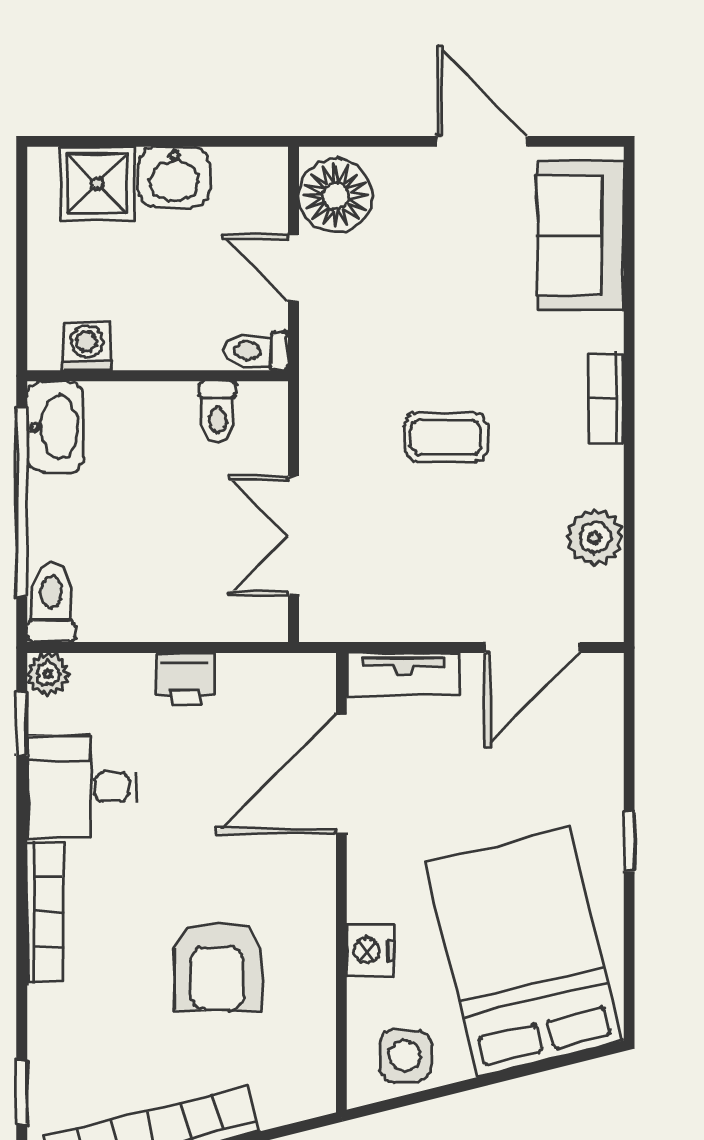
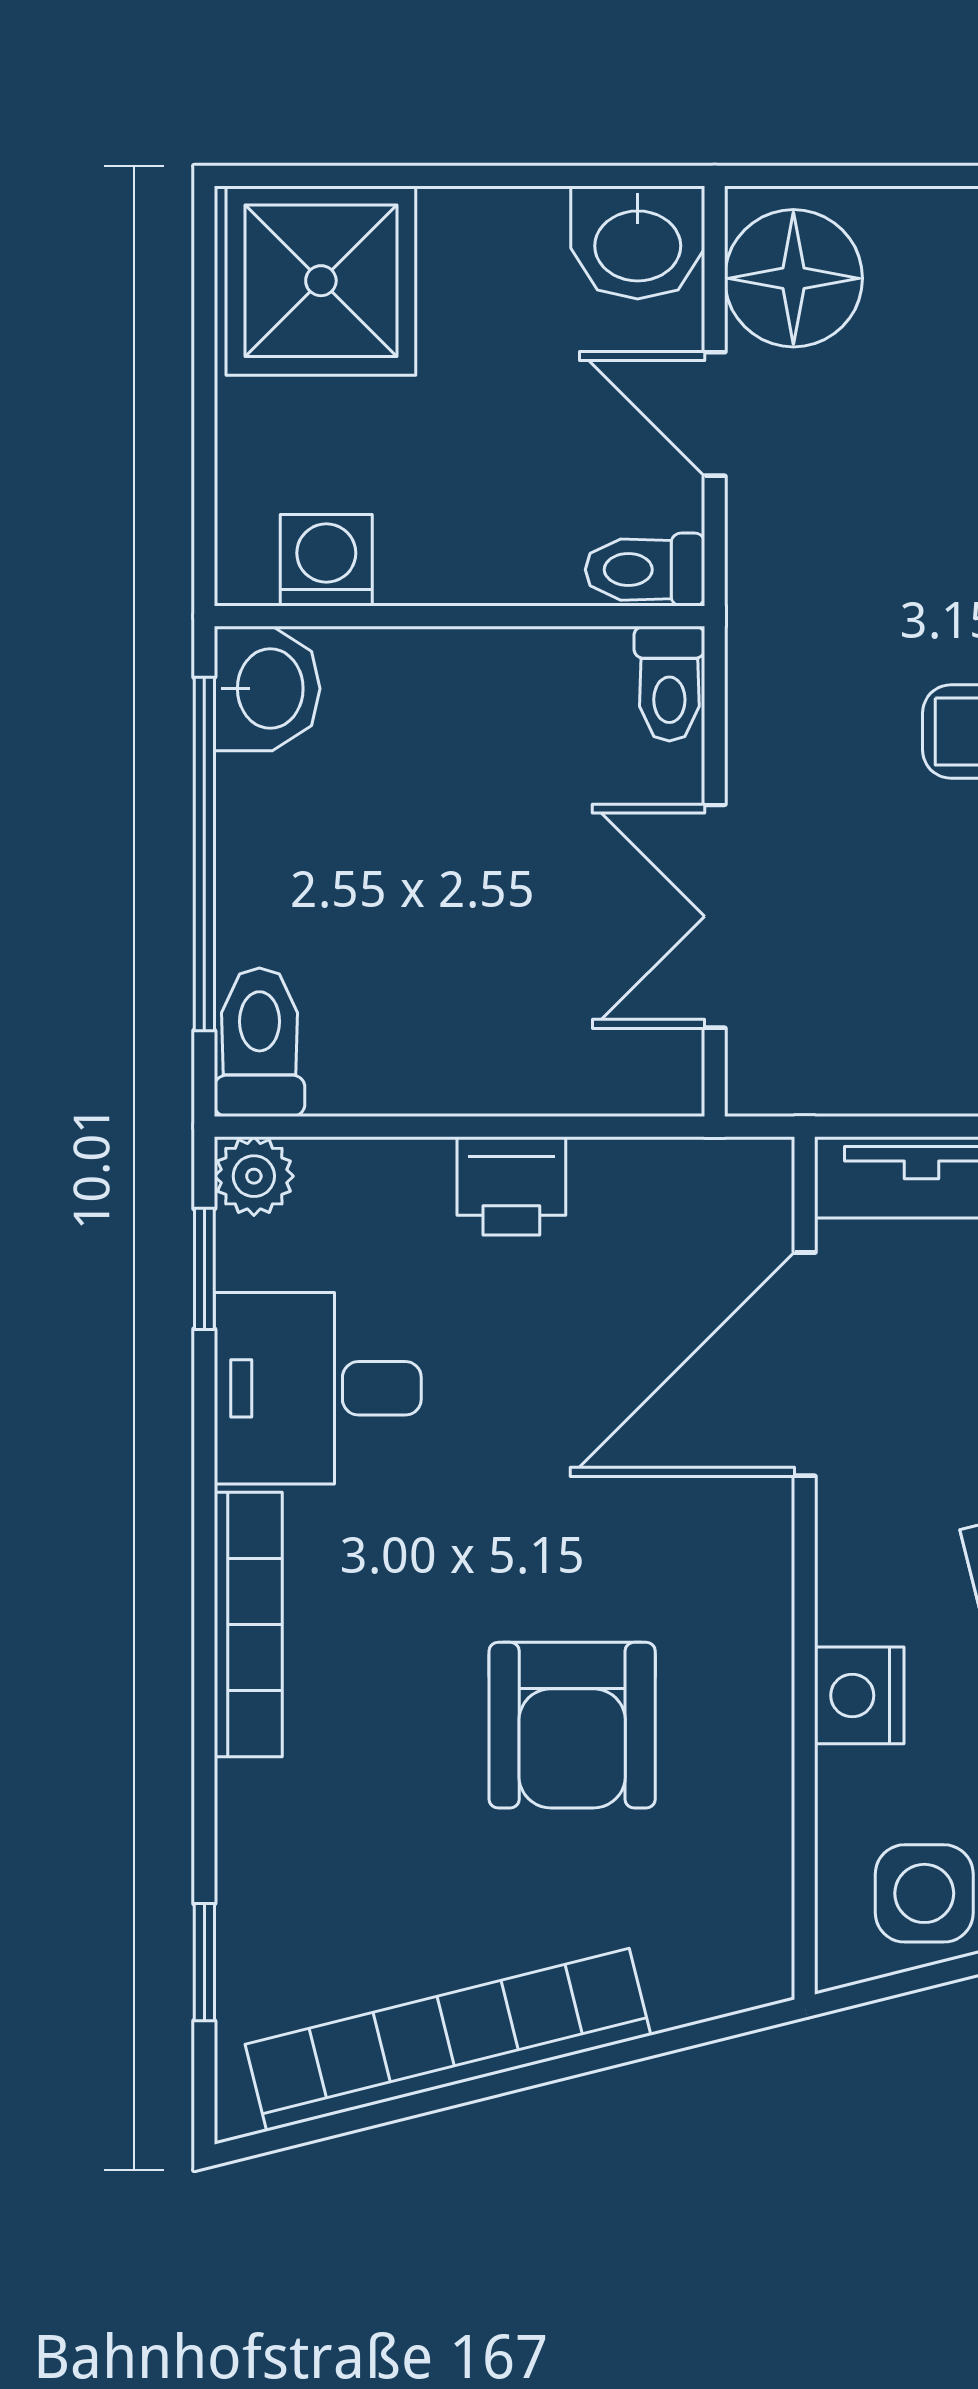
washbasin: (174, 177) -> (638, 243), moved
shower: (97, 184) -> (321, 281), width x1.36, depth x1.36
toilet: (217, 412) -> (669, 684), moved
washbasin: (55, 427) -> (267, 689), width x0.72

